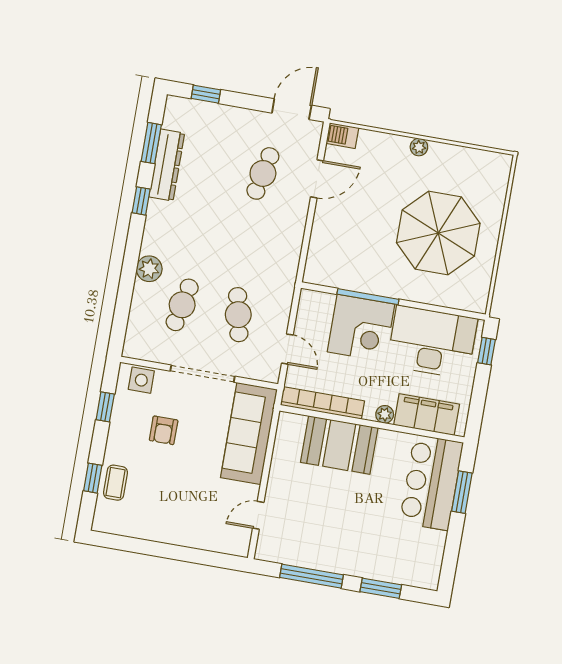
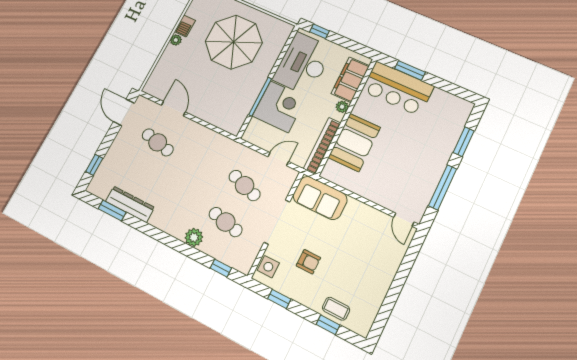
barbecue: (342, 136) -> (185, 26), moved
window: (141, 201) -> (221, 268), moved
cafe table: (238, 315) -> (245, 185), turned 30
sofa: (249, 434) -> (320, 198), width x0.73
door: (258, 515) -> (404, 220), moved

